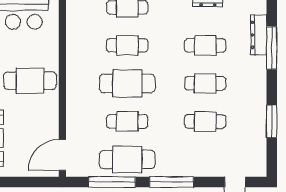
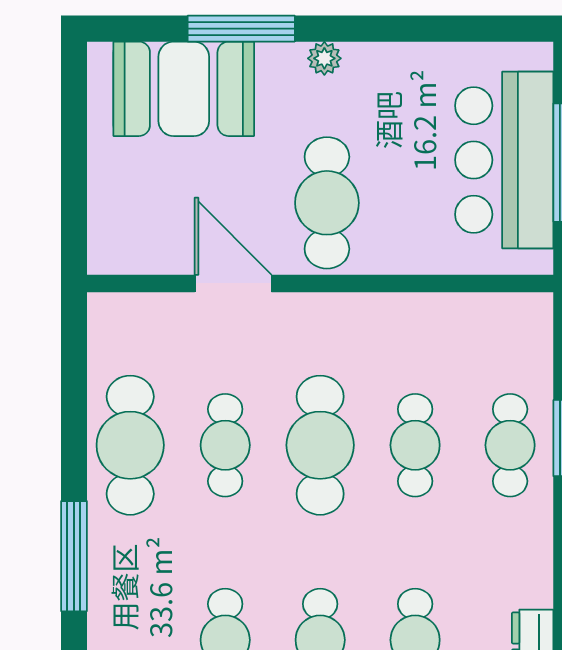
door: (62, 155) -> (233, 283), moved
window: (112, 182) -> (74, 407), removed

